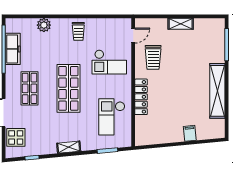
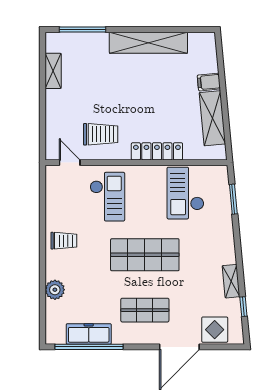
shelving: (181, 24) -> (53, 71), moved
checkout: (112, 117) -> (185, 193), turned 90
shelving: (164, 136) -> (212, 118), added
shelving: (69, 147) -> (231, 281), moved

